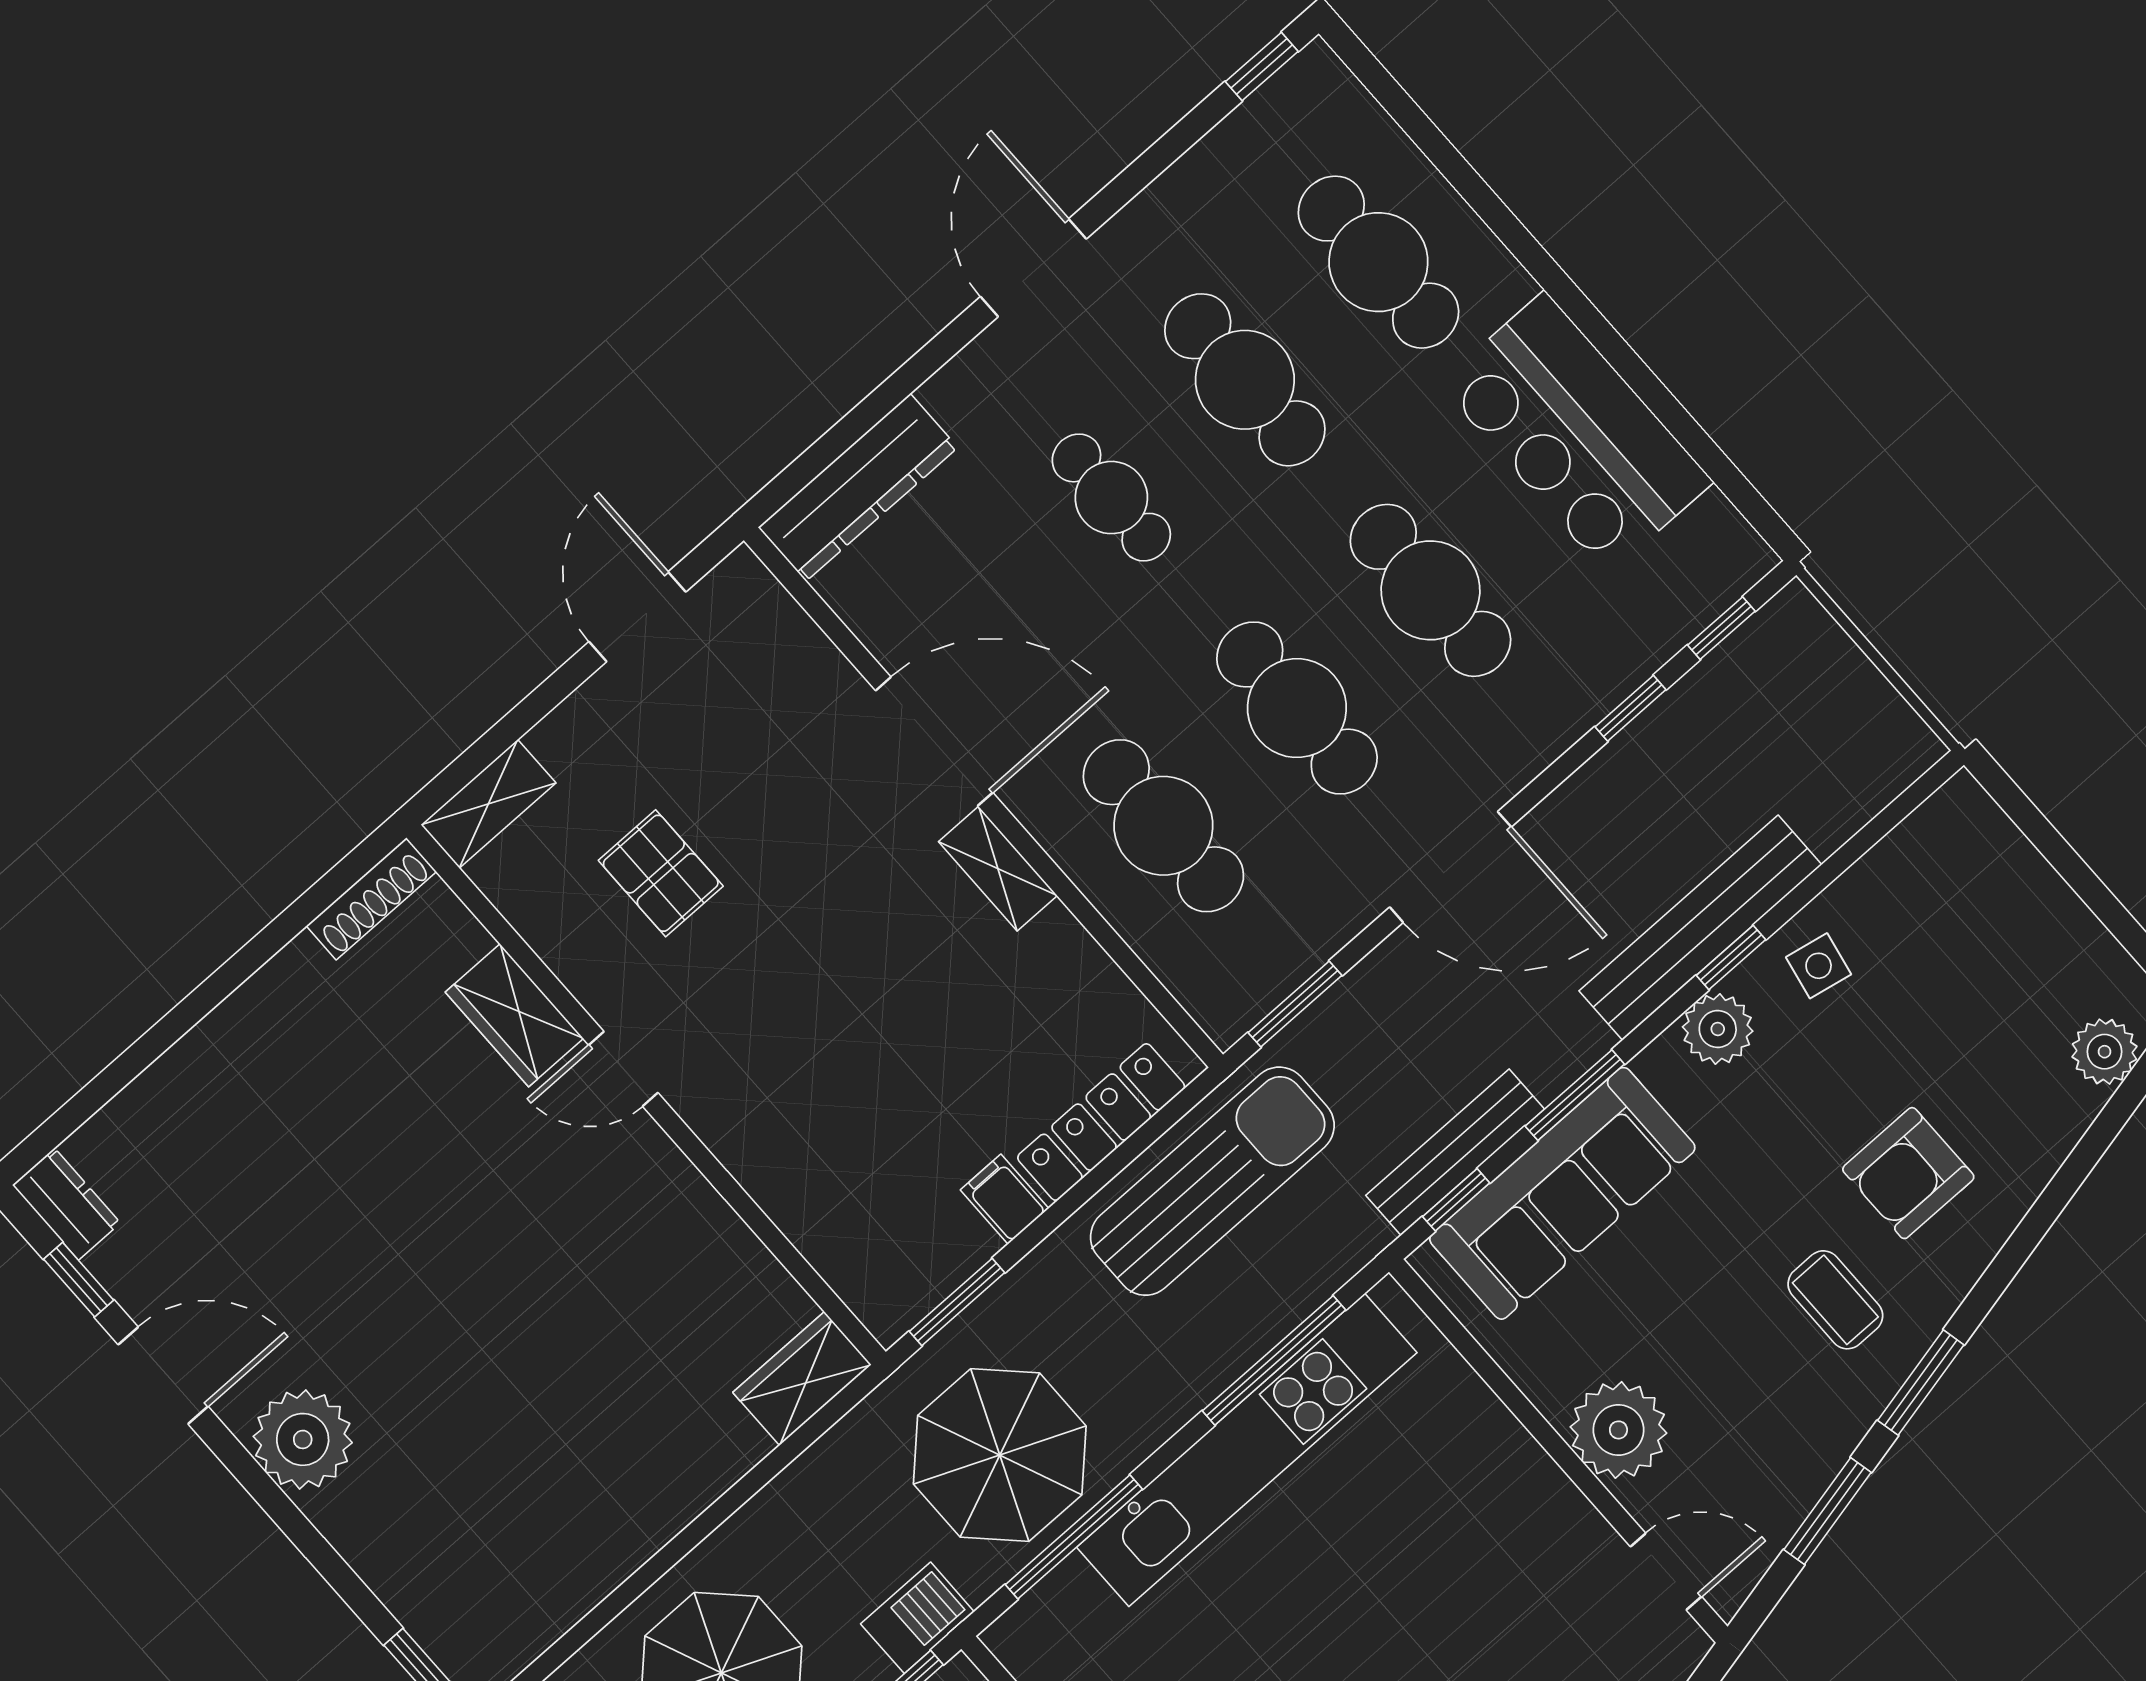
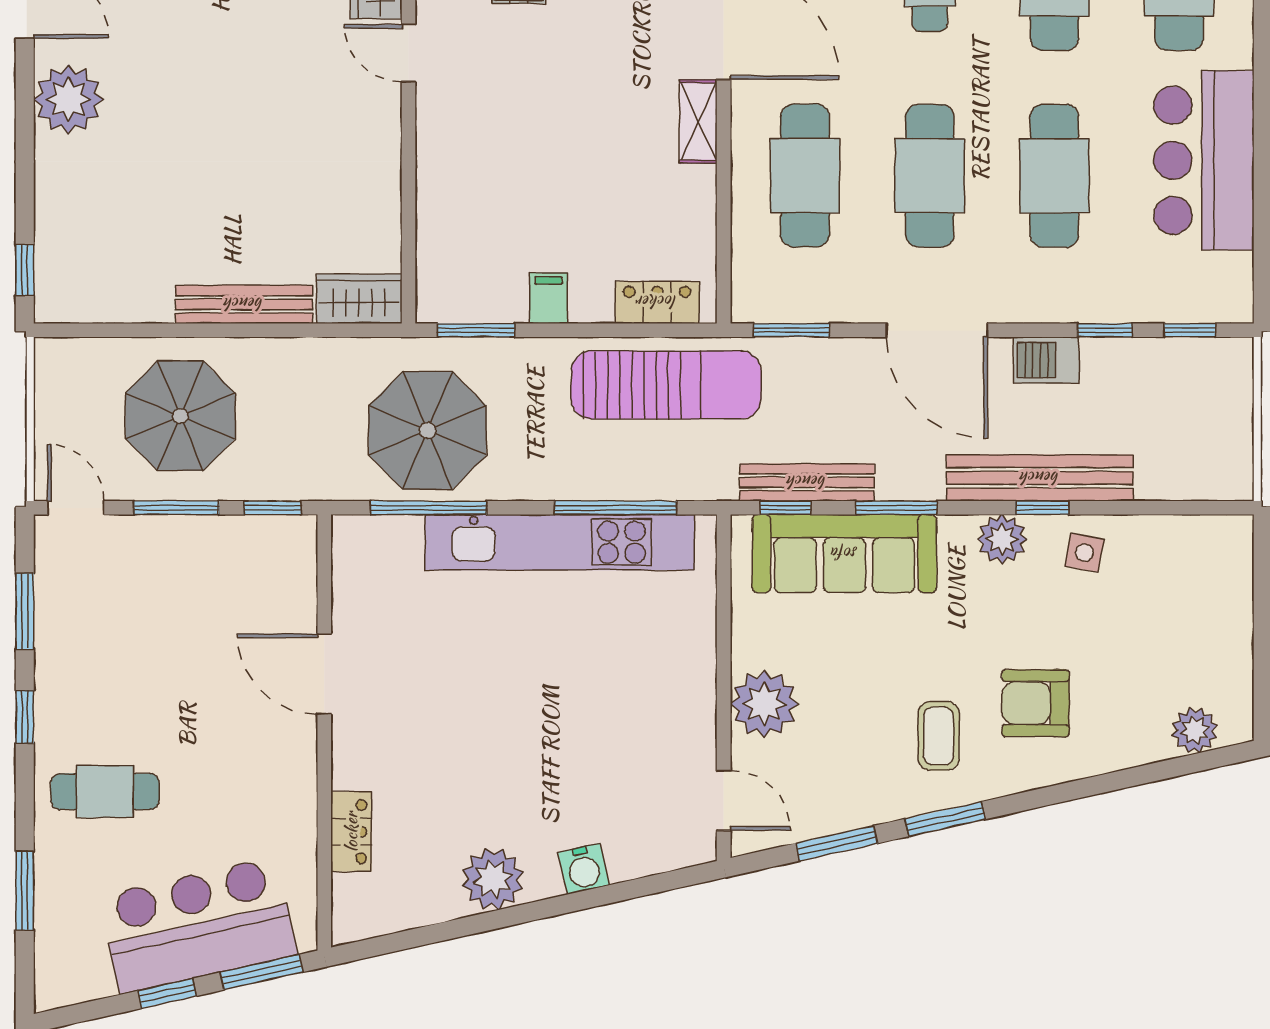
locker: (1101, 1122) -> (657, 302), width x0.66
bench: (684, 1493) -> (244, 304), added
barbecue: (917, 1618) -> (1046, 360), moved, turned 180

